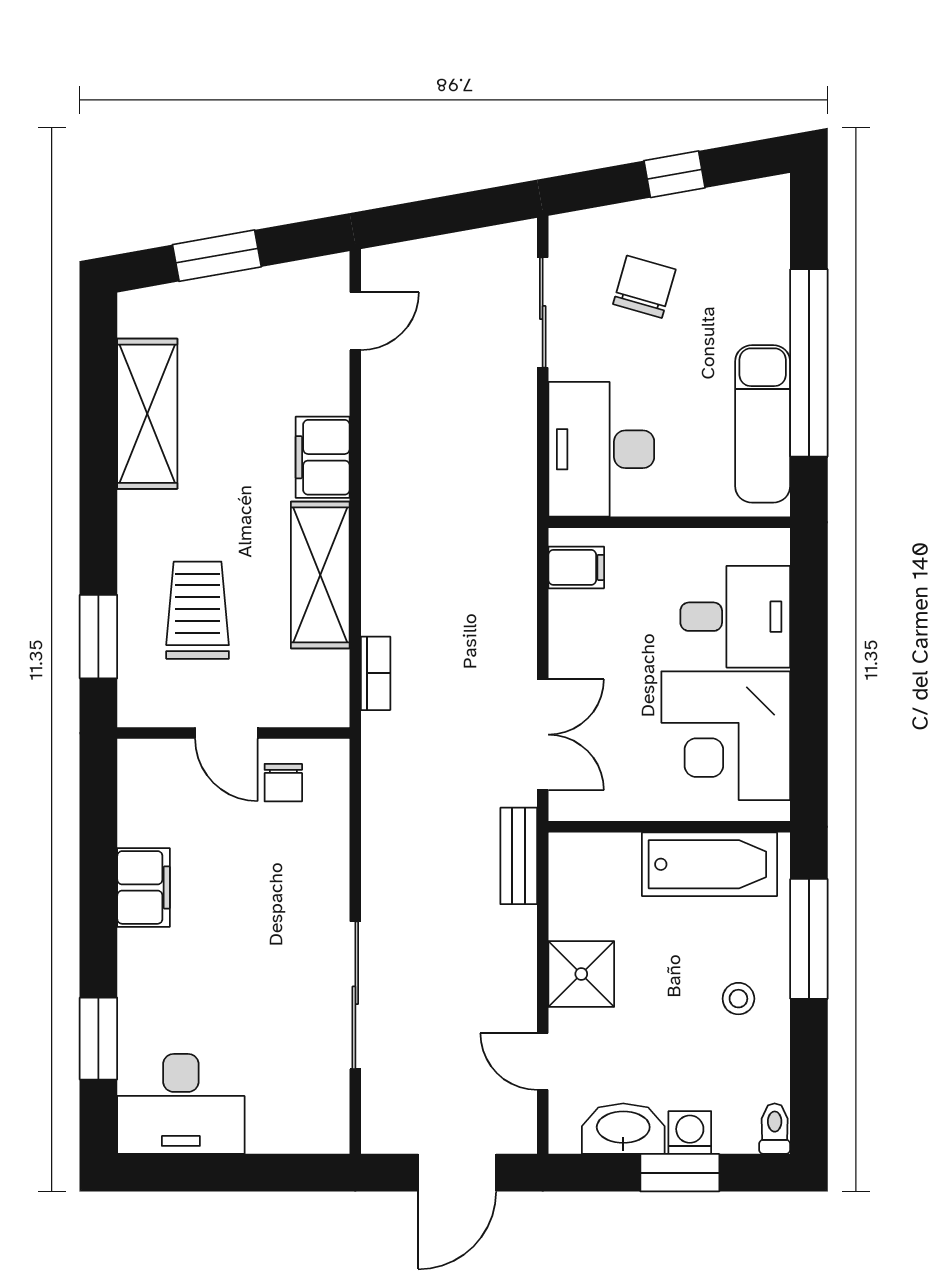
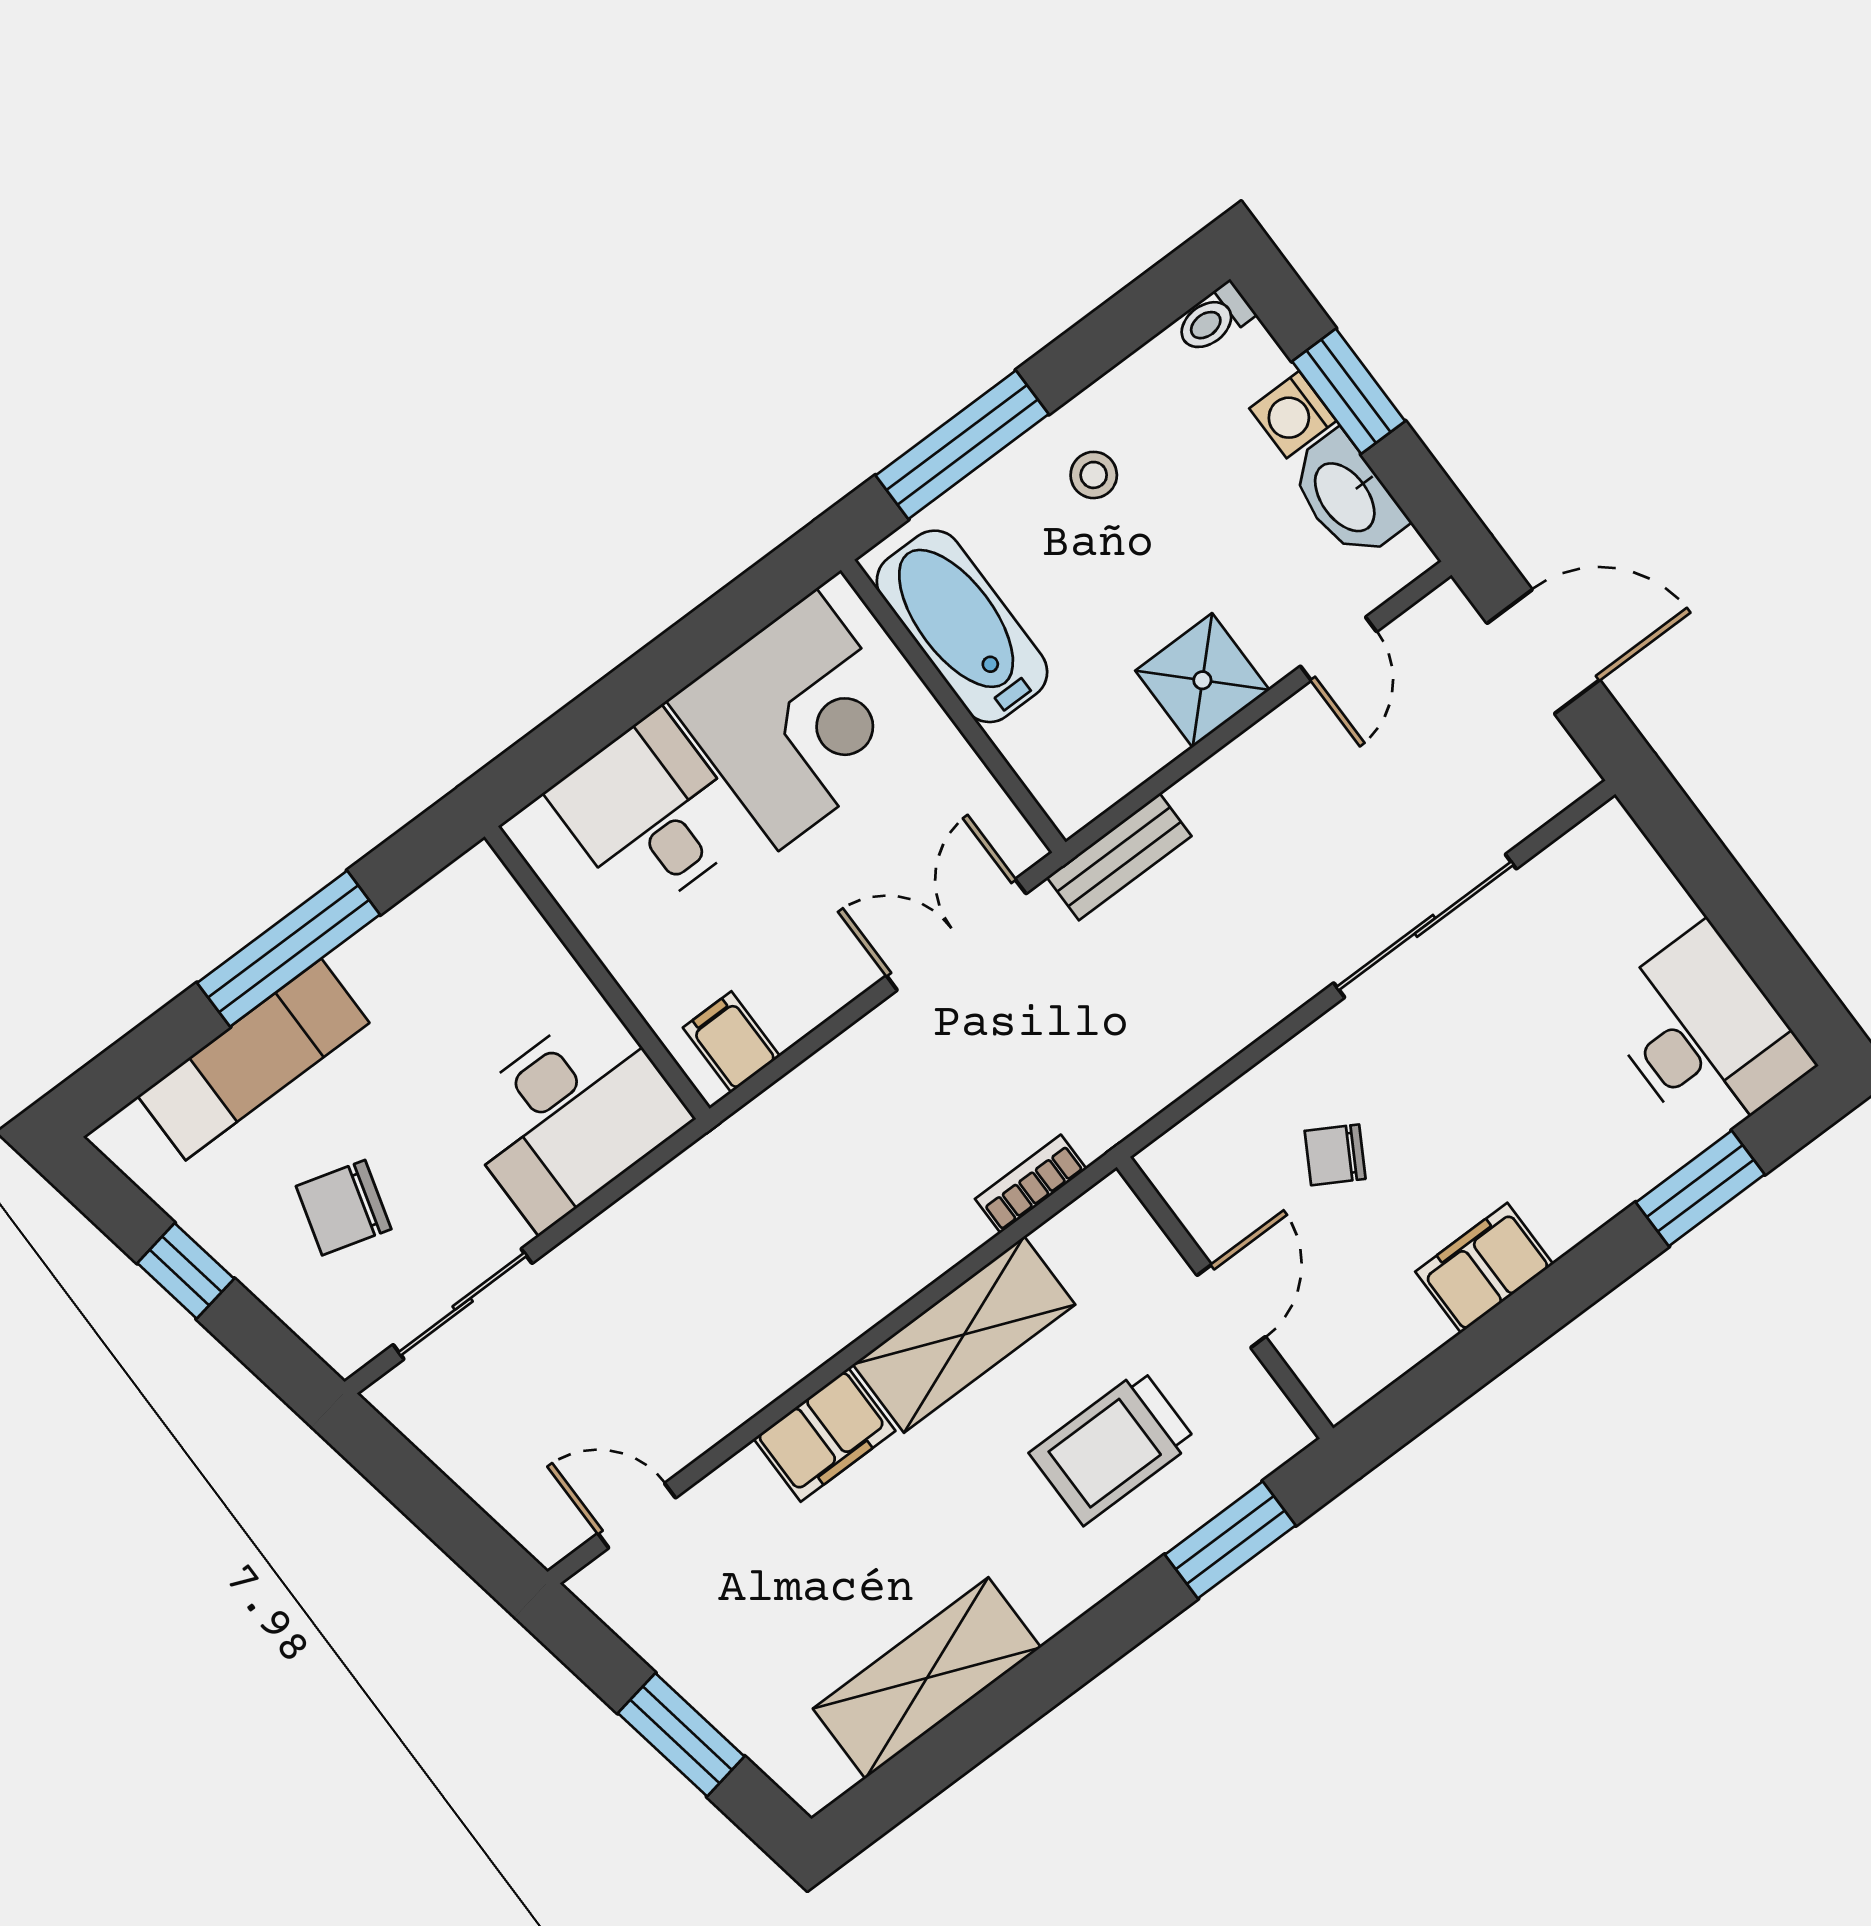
window: (809, 363) -> (289, 949), width x0.68
exam couch: (763, 424) -> (254, 1059), moved
chair: (283, 783) -> (1335, 1155), moved, turned -150

